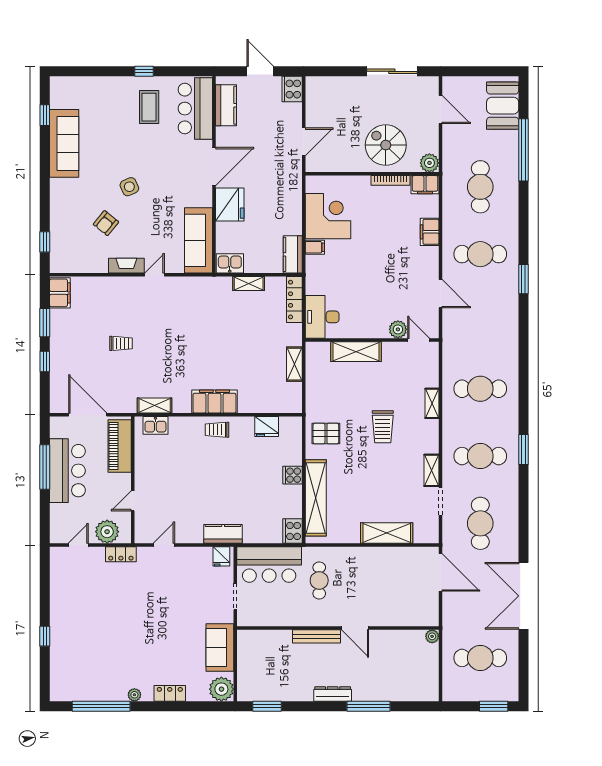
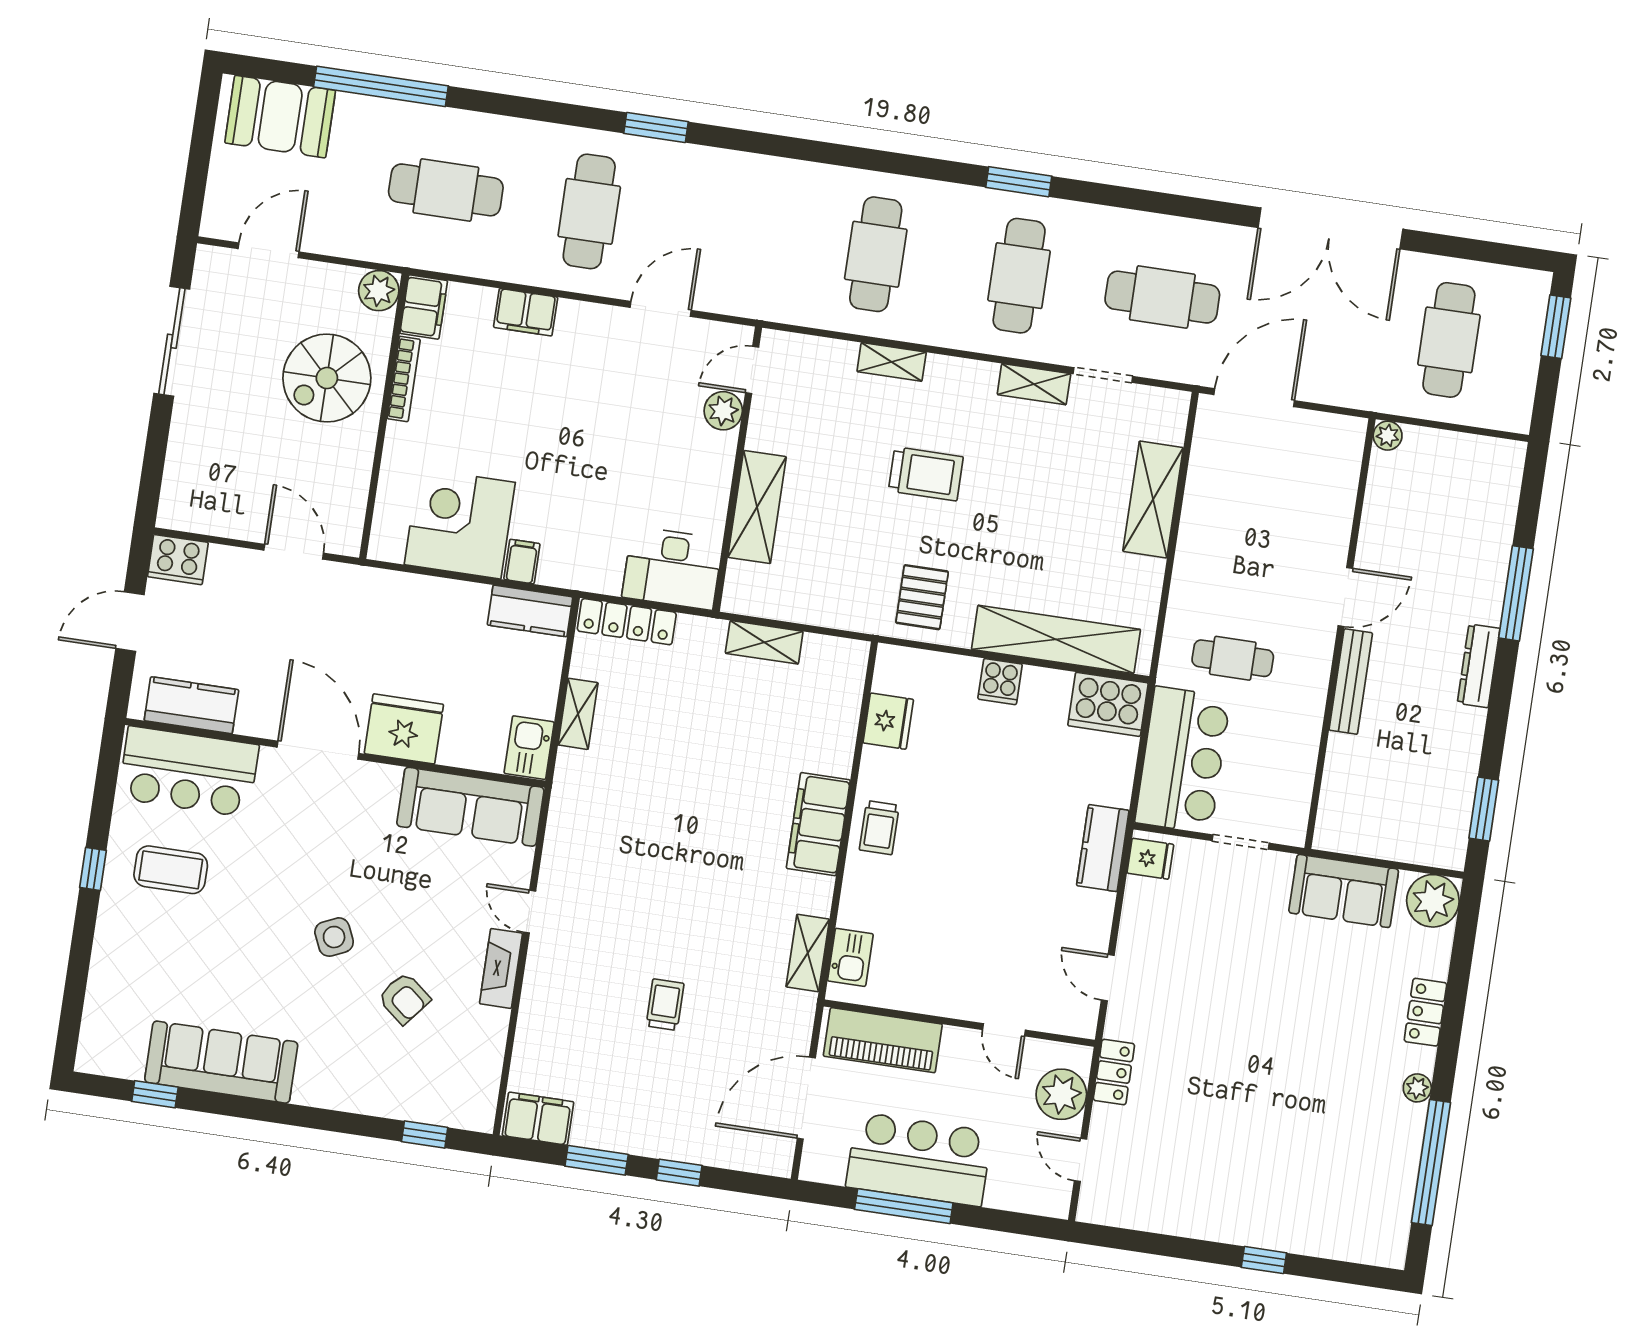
cooker: (292, 531) -> (1108, 704), width x1.37, depth x1.31

